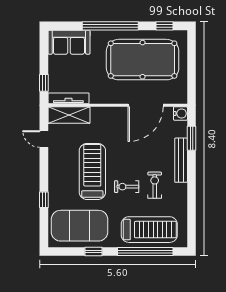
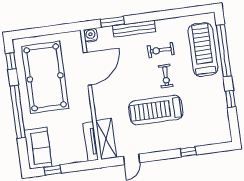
window: (44, 83) -> (53, 170), moved
door: (146, 105) -> (87, 69), hinge flipped
exercise mat: (79, 226) -> (208, 115), removed

